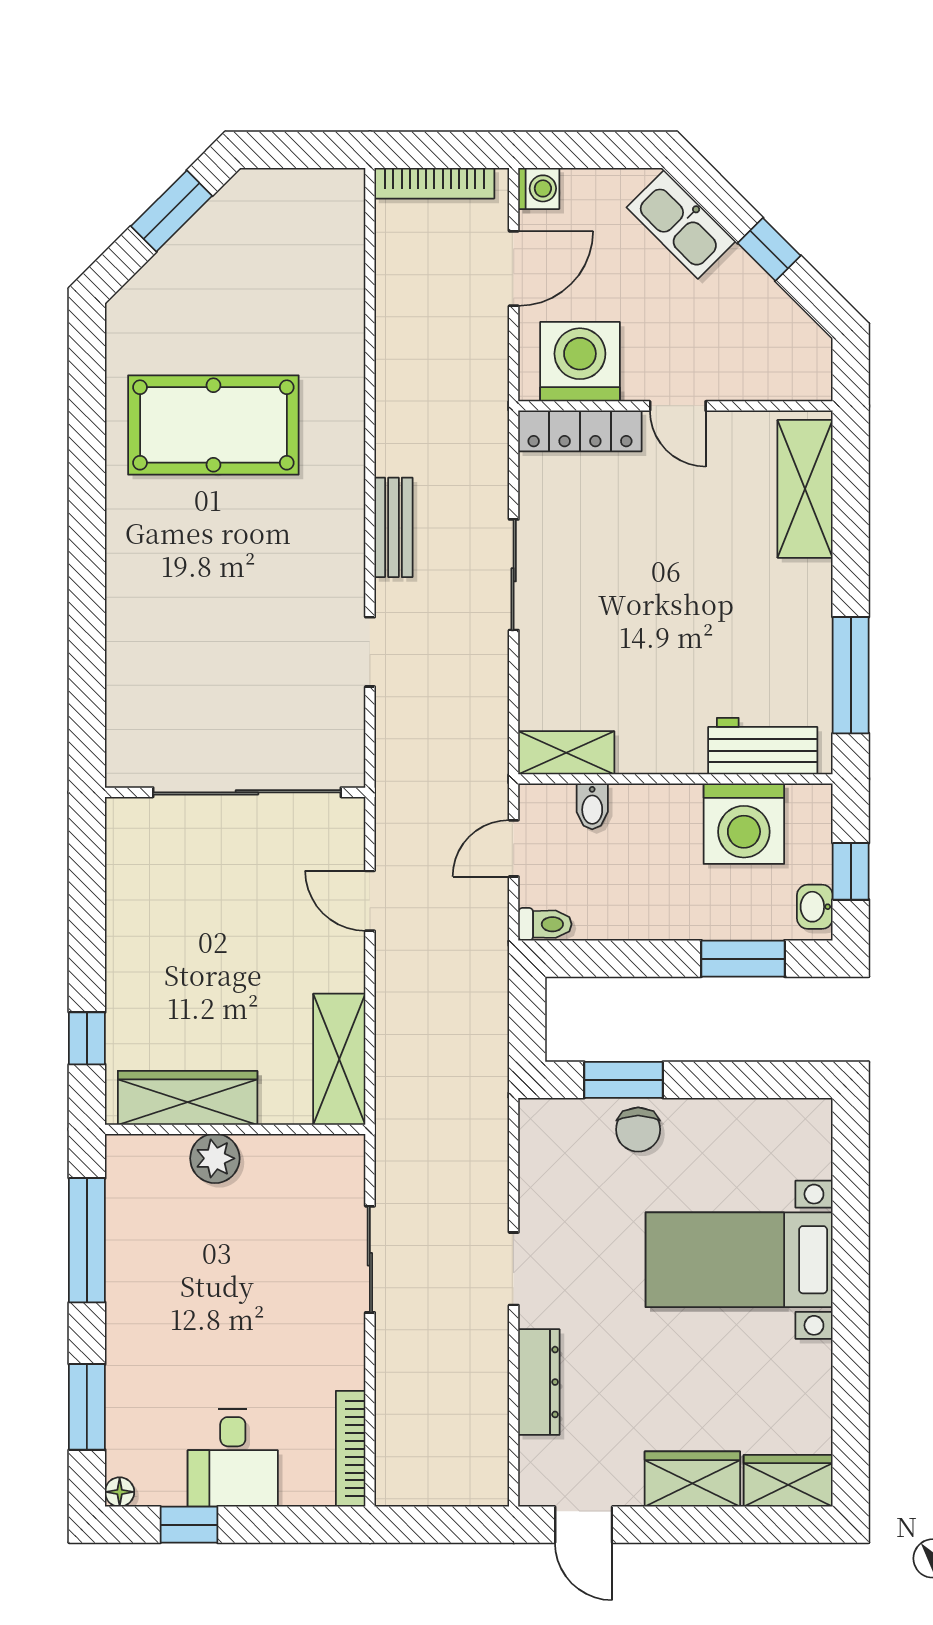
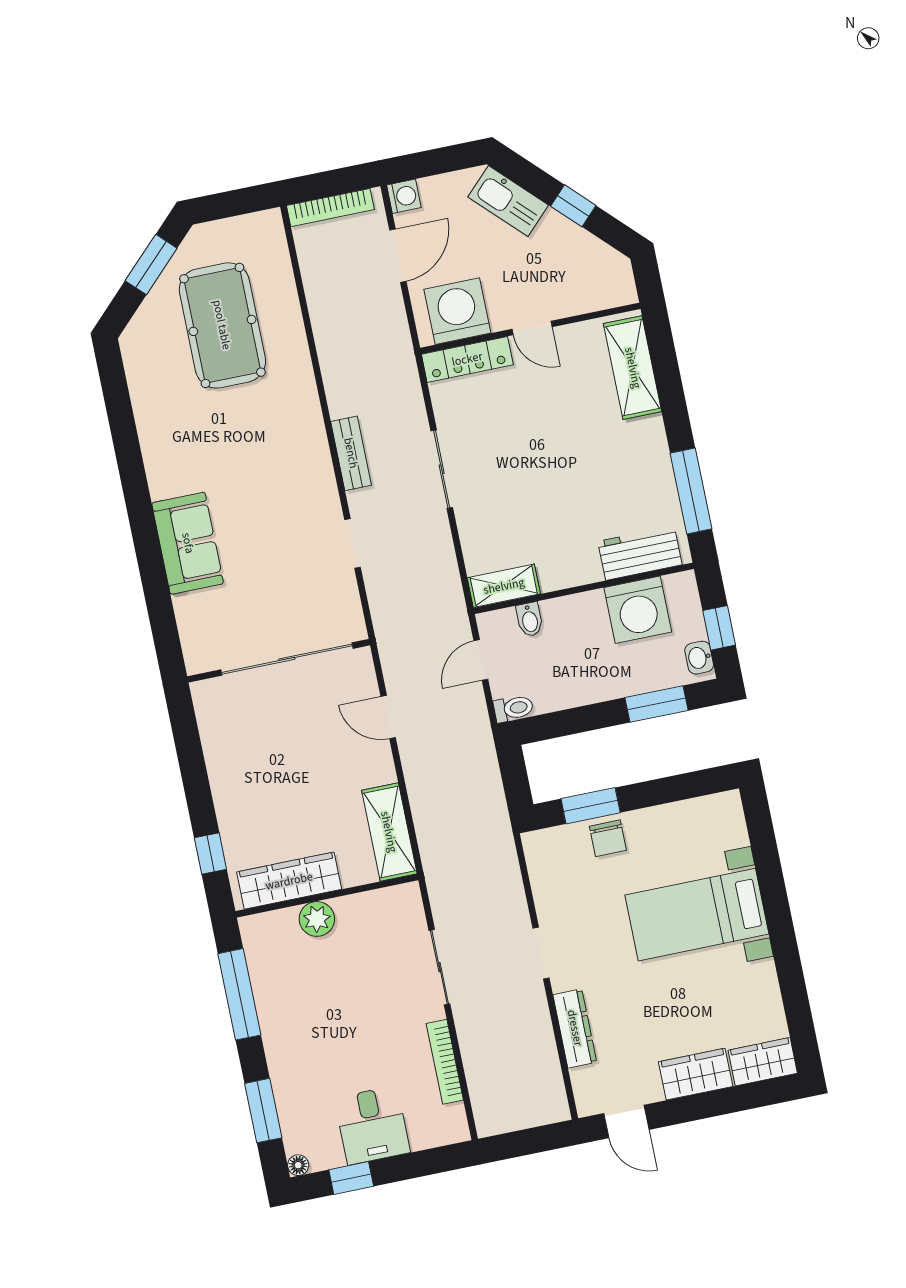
pool table: (213, 425) -> (222, 325), moved, turned 90
sofa: (143, 605) -> (188, 543), added
bookcase: (351, 1449) -> (445, 1062), moved

